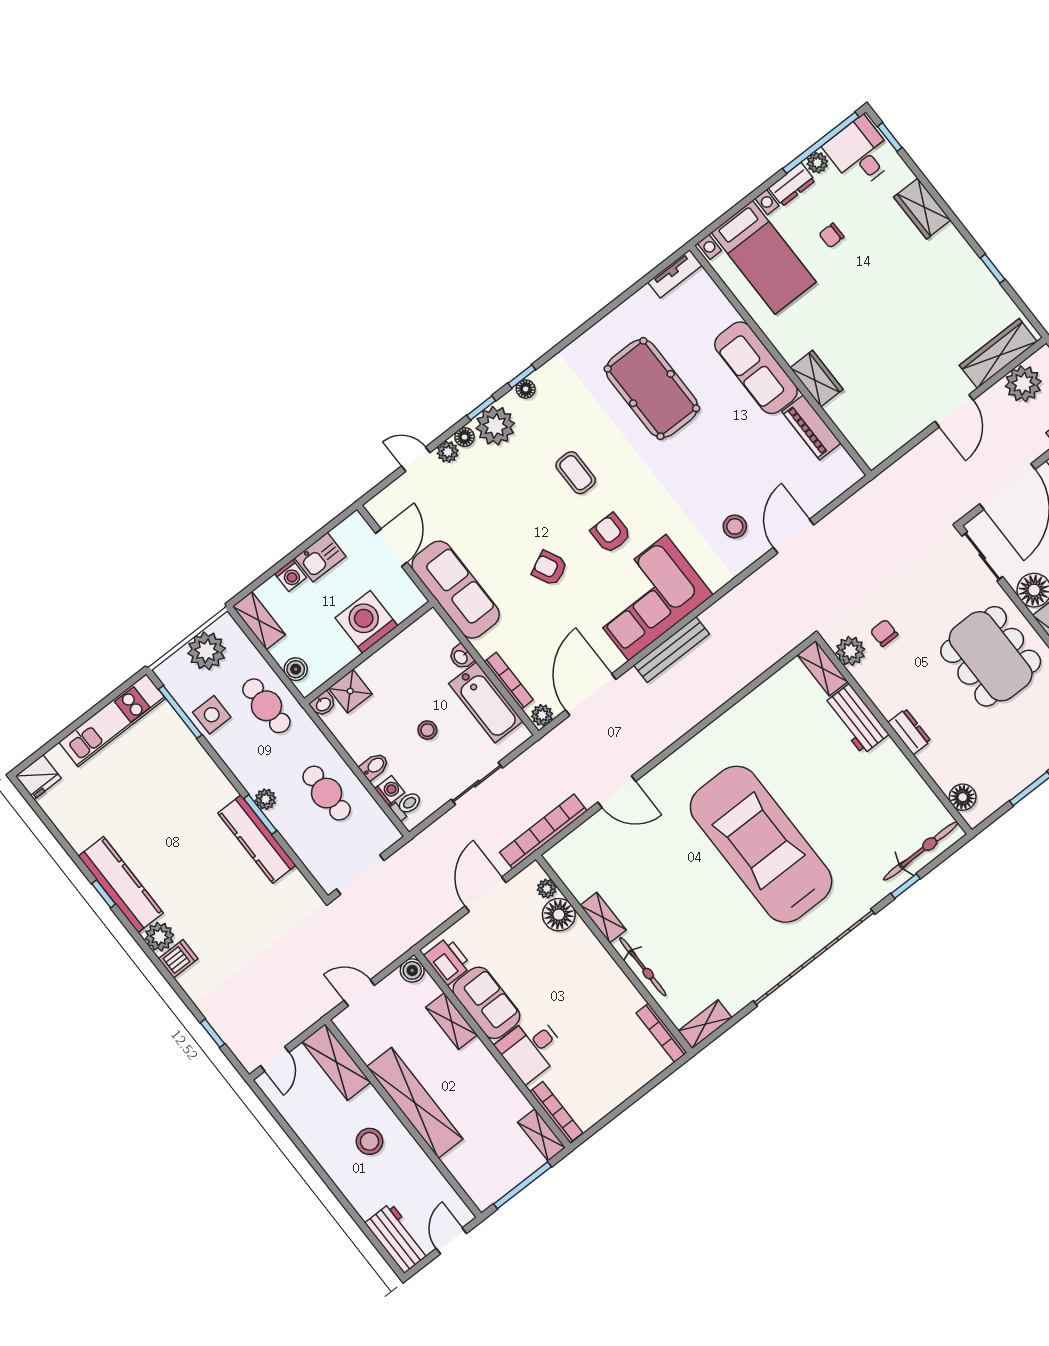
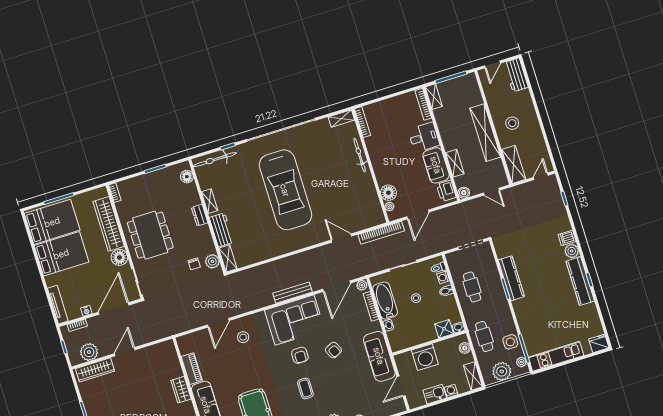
plant: (266, 799) -> (521, 362), moved
shelving: (603, 918) -> (210, 201), moved

